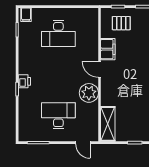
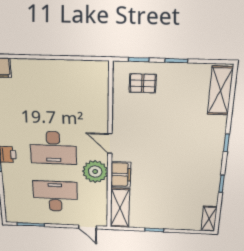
desk: (58, 33) -> (53, 148), moved
filing cabinet: (108, 49) -> (121, 175), moved

